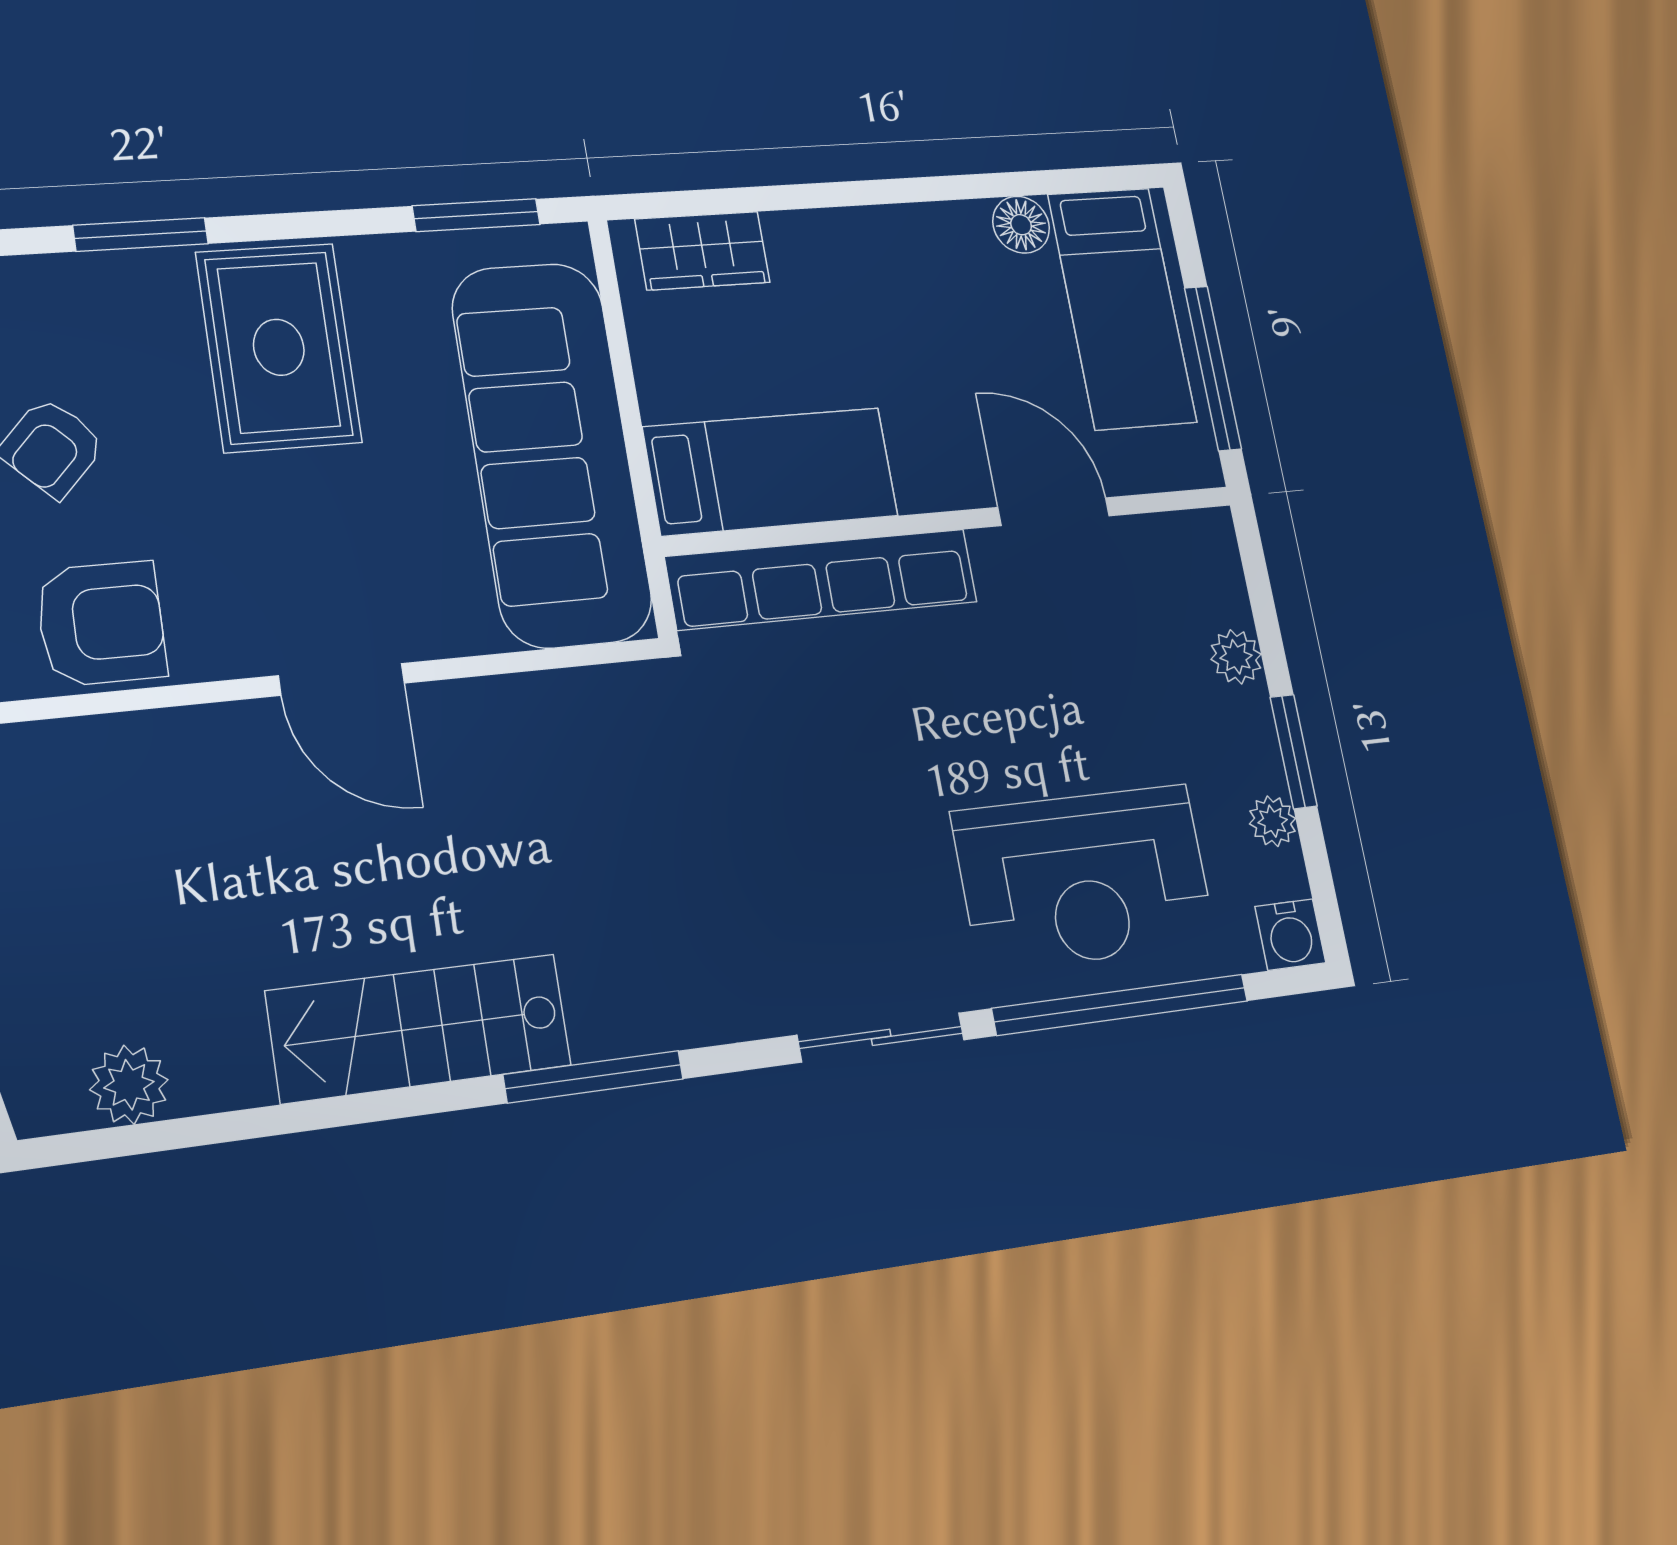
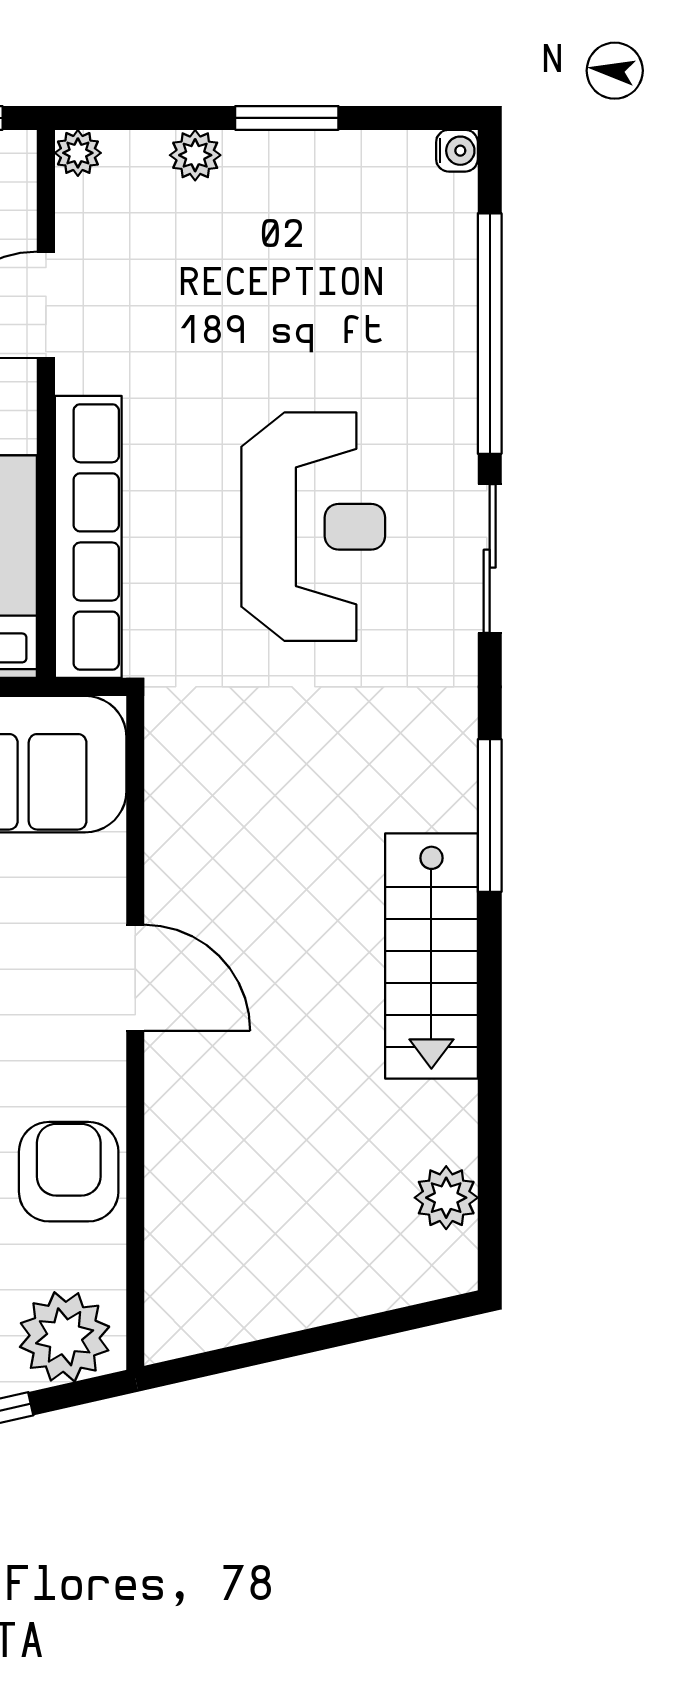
door: (341, 679) -> (135, 978), hinge flipped
plant: (1273, 821) -> (78, 153), moved
reception desk: (1084, 878) -> (313, 527), moved
water cooler: (1290, 935) -> (457, 151), width x0.72, depth x0.72

